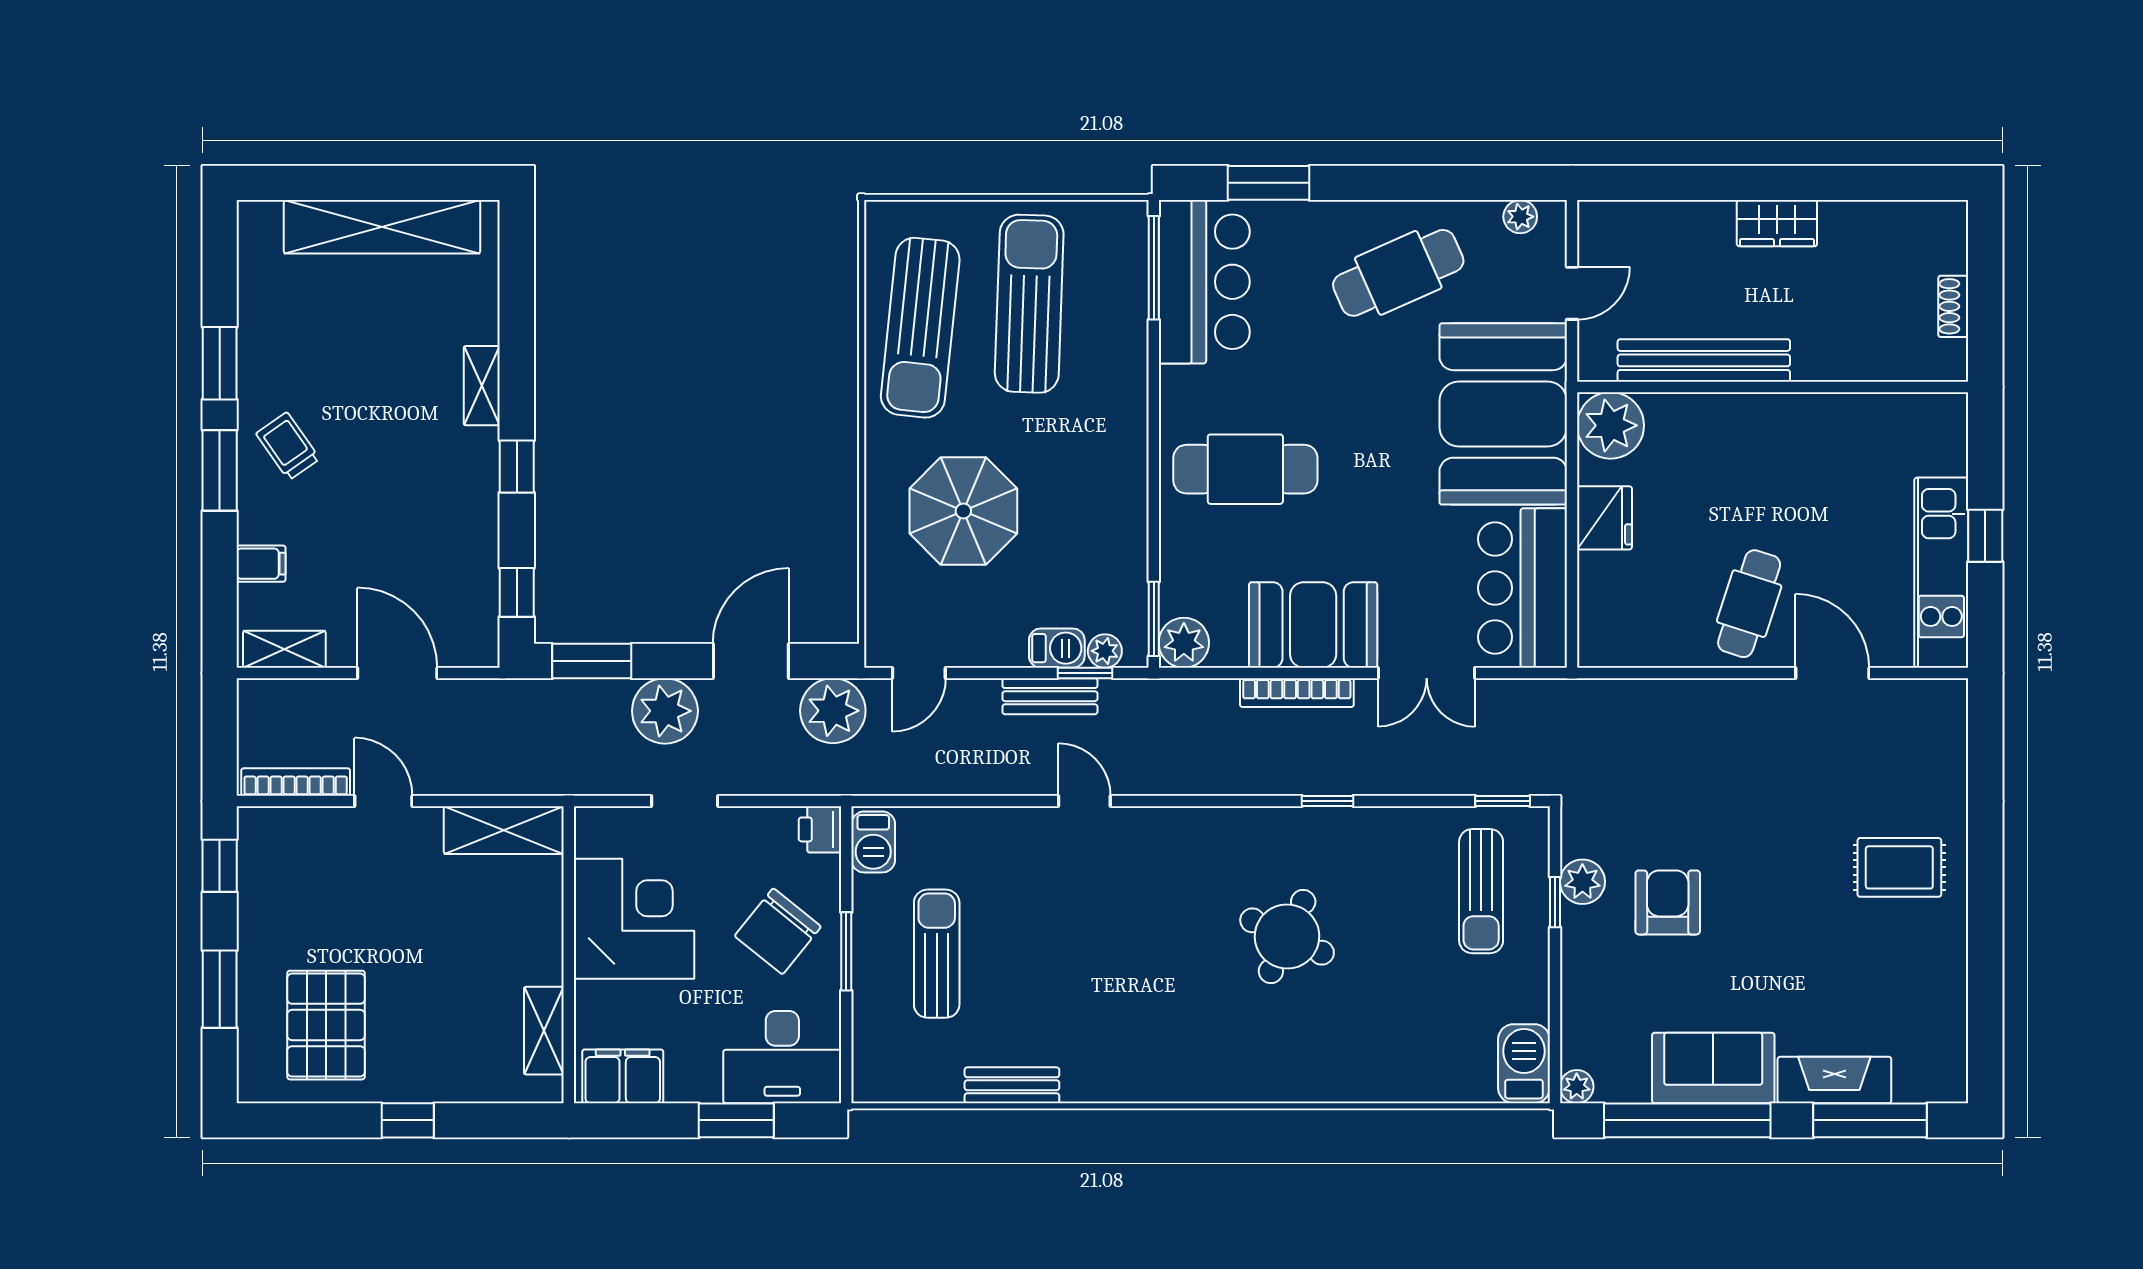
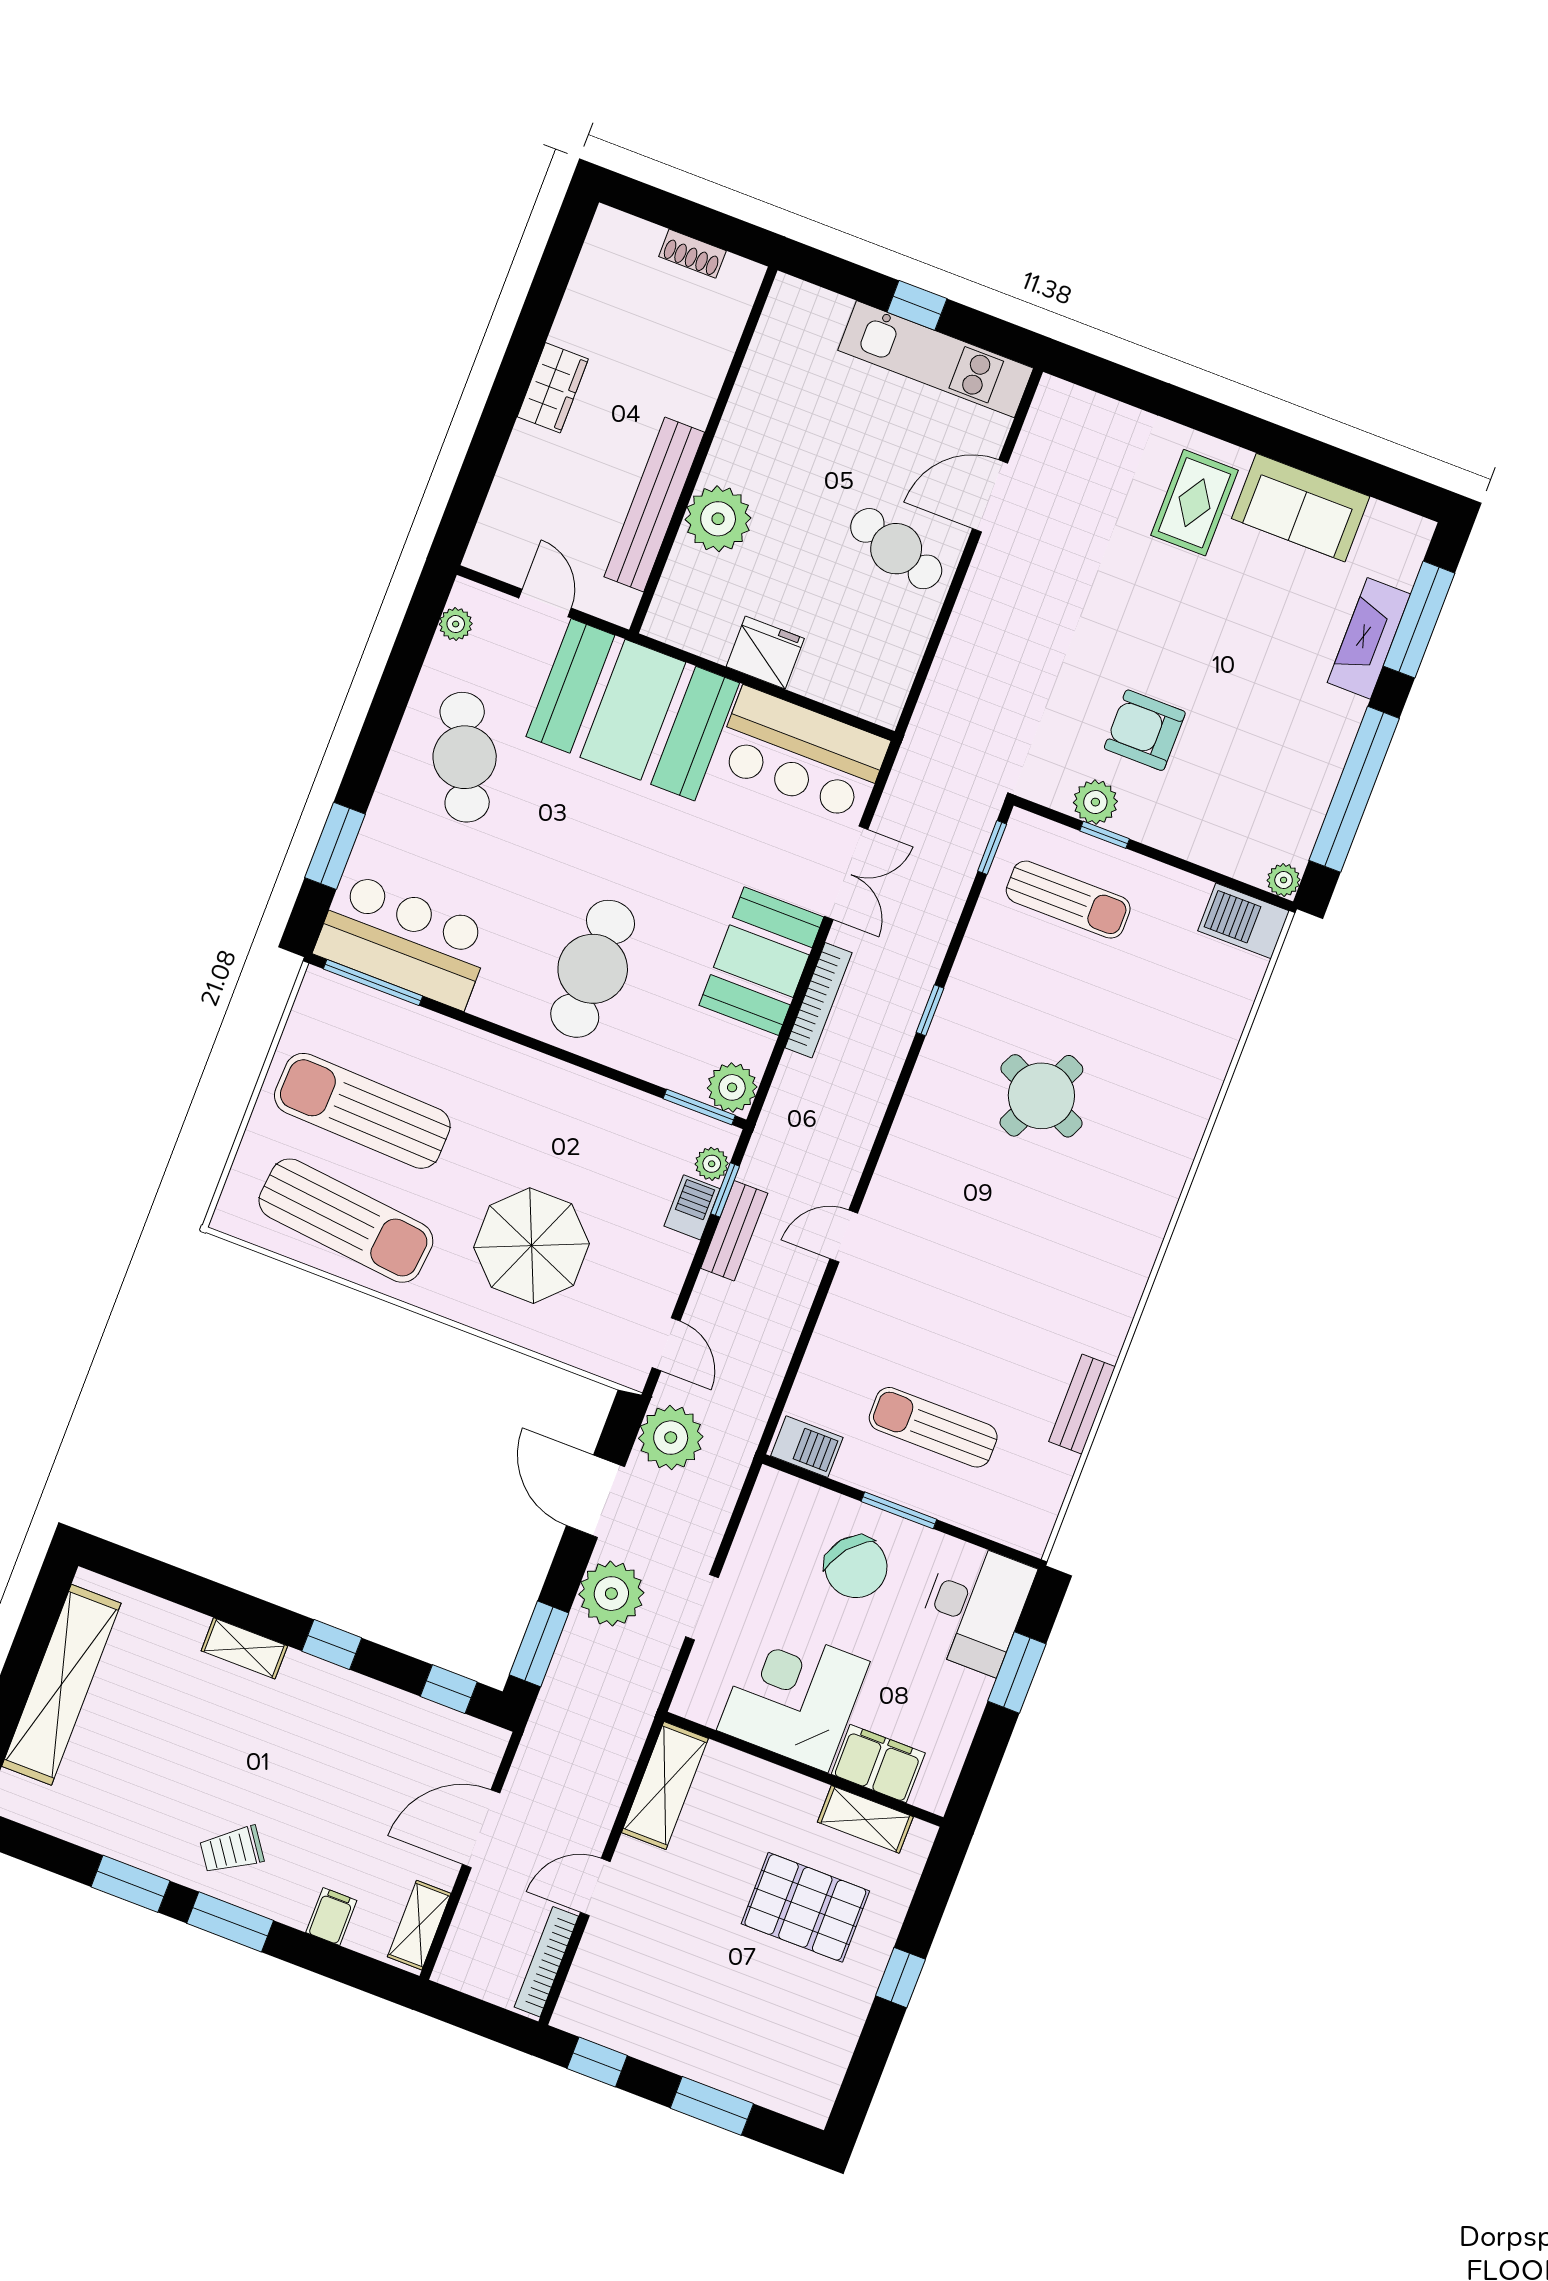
plant: (1611, 425) -> (718, 519), moved
printer: (820, 829) -> (776, 1492), removed
pallet: (326, 1025) -> (805, 1907), moved
sofa: (1713, 1068) -> (1301, 508), moved, turned -90
filing cabinet: (623, 1076) -> (878, 1764), moved, turned 90

